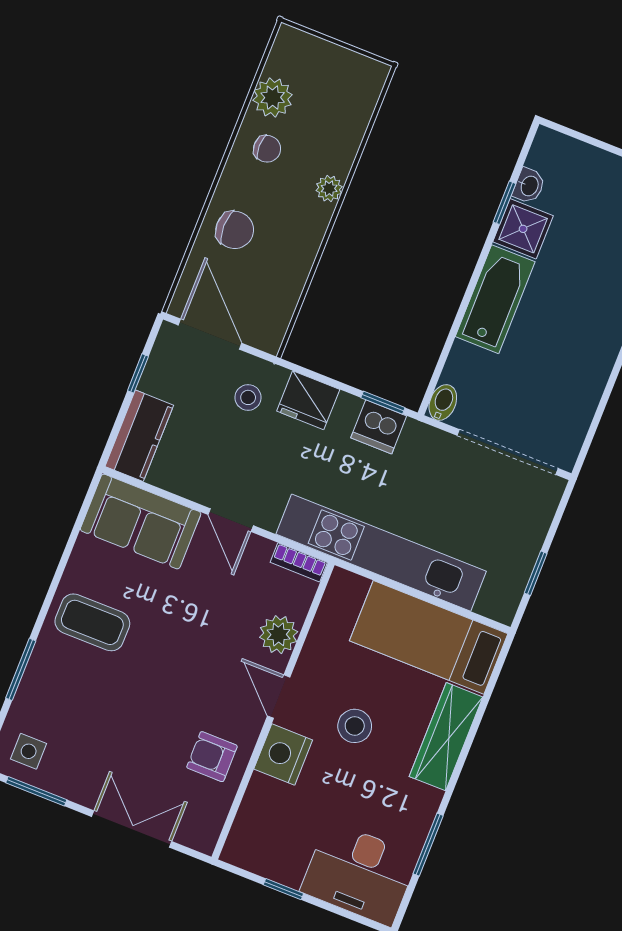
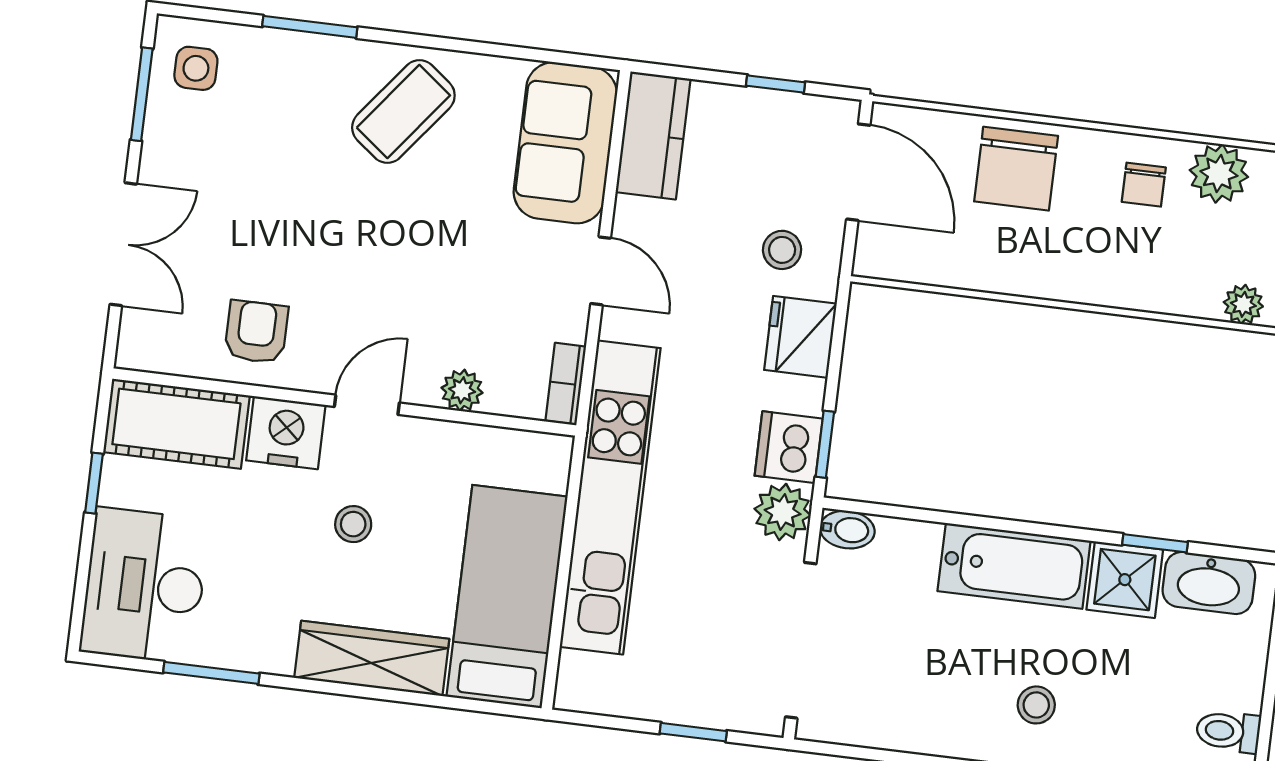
washbasin: (529, 186) -> (1209, 583), width x1.91, depth x1.45
plant: (329, 189) -> (1243, 304), moved
chair: (235, 230) -> (1016, 169), width x1.37, depth x1.37
stool: (590, 308) -> (1036, 705), added
door: (210, 334) -> (858, 172), hinge flipped
kitchen counter: (139, 436) -> (653, 135), moved, turned -90
plant: (420, 442) -> (783, 512), added
door: (231, 520) -> (601, 271), swing flipped
window: (536, 573) -> (693, 732), moved
coffee table: (92, 622) -> (403, 111), turned 38
plant: (279, 635) -> (462, 390), width x0.73, depth x0.73
stool: (355, 726) -> (353, 524), width x0.73, depth x0.73
cot: (259, 825) -> (176, 424), added

